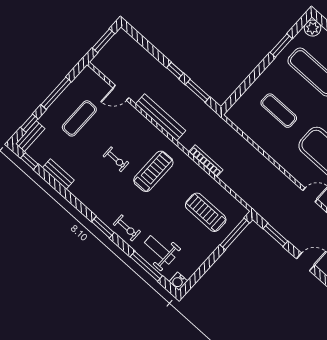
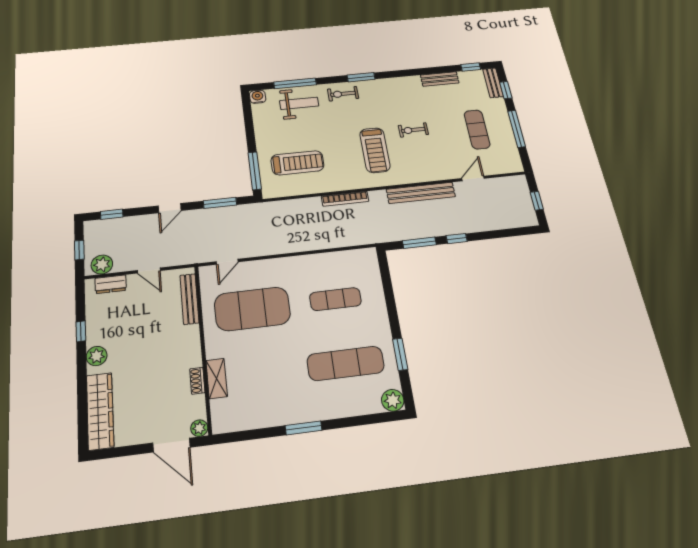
window: (103, 41) -> (537, 201), width x0.67

